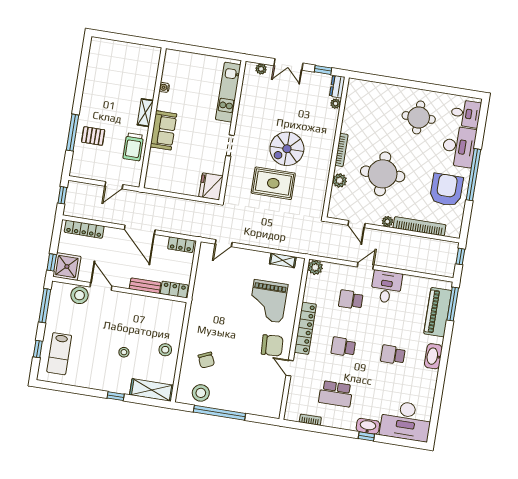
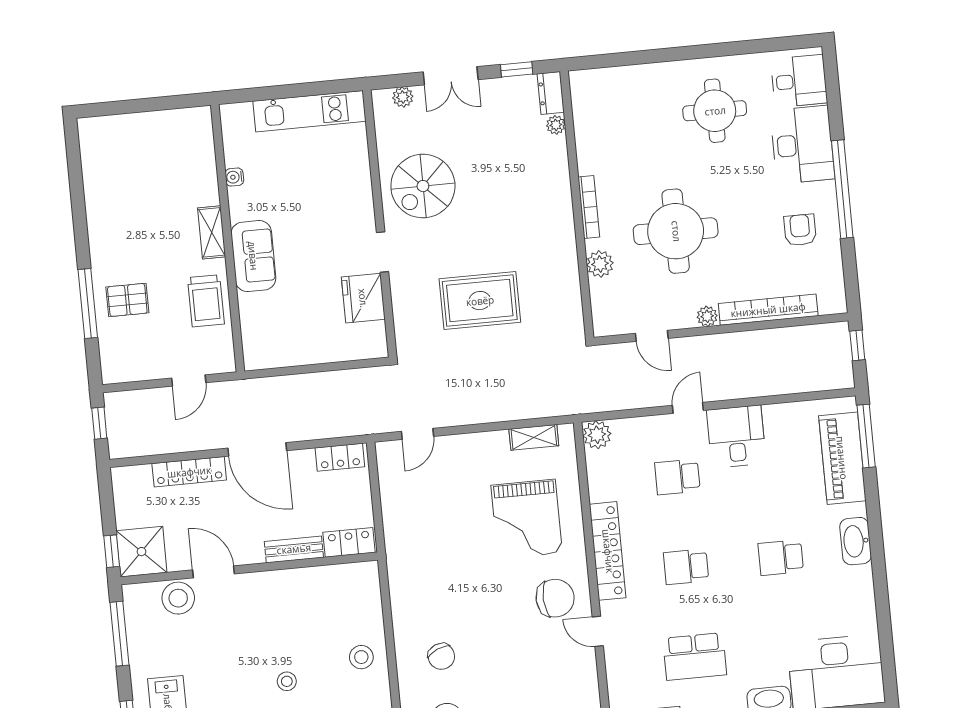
kitchen unit: (228, 92) -> (310, 111), moved, turned -90
spiral stairs: (287, 149) -> (423, 186), moved
fridge: (211, 186) -> (363, 298), moved
armchair: (446, 190) -> (800, 230), width x0.53, depth x0.53
locker: (84, 229) -> (189, 472), moved

